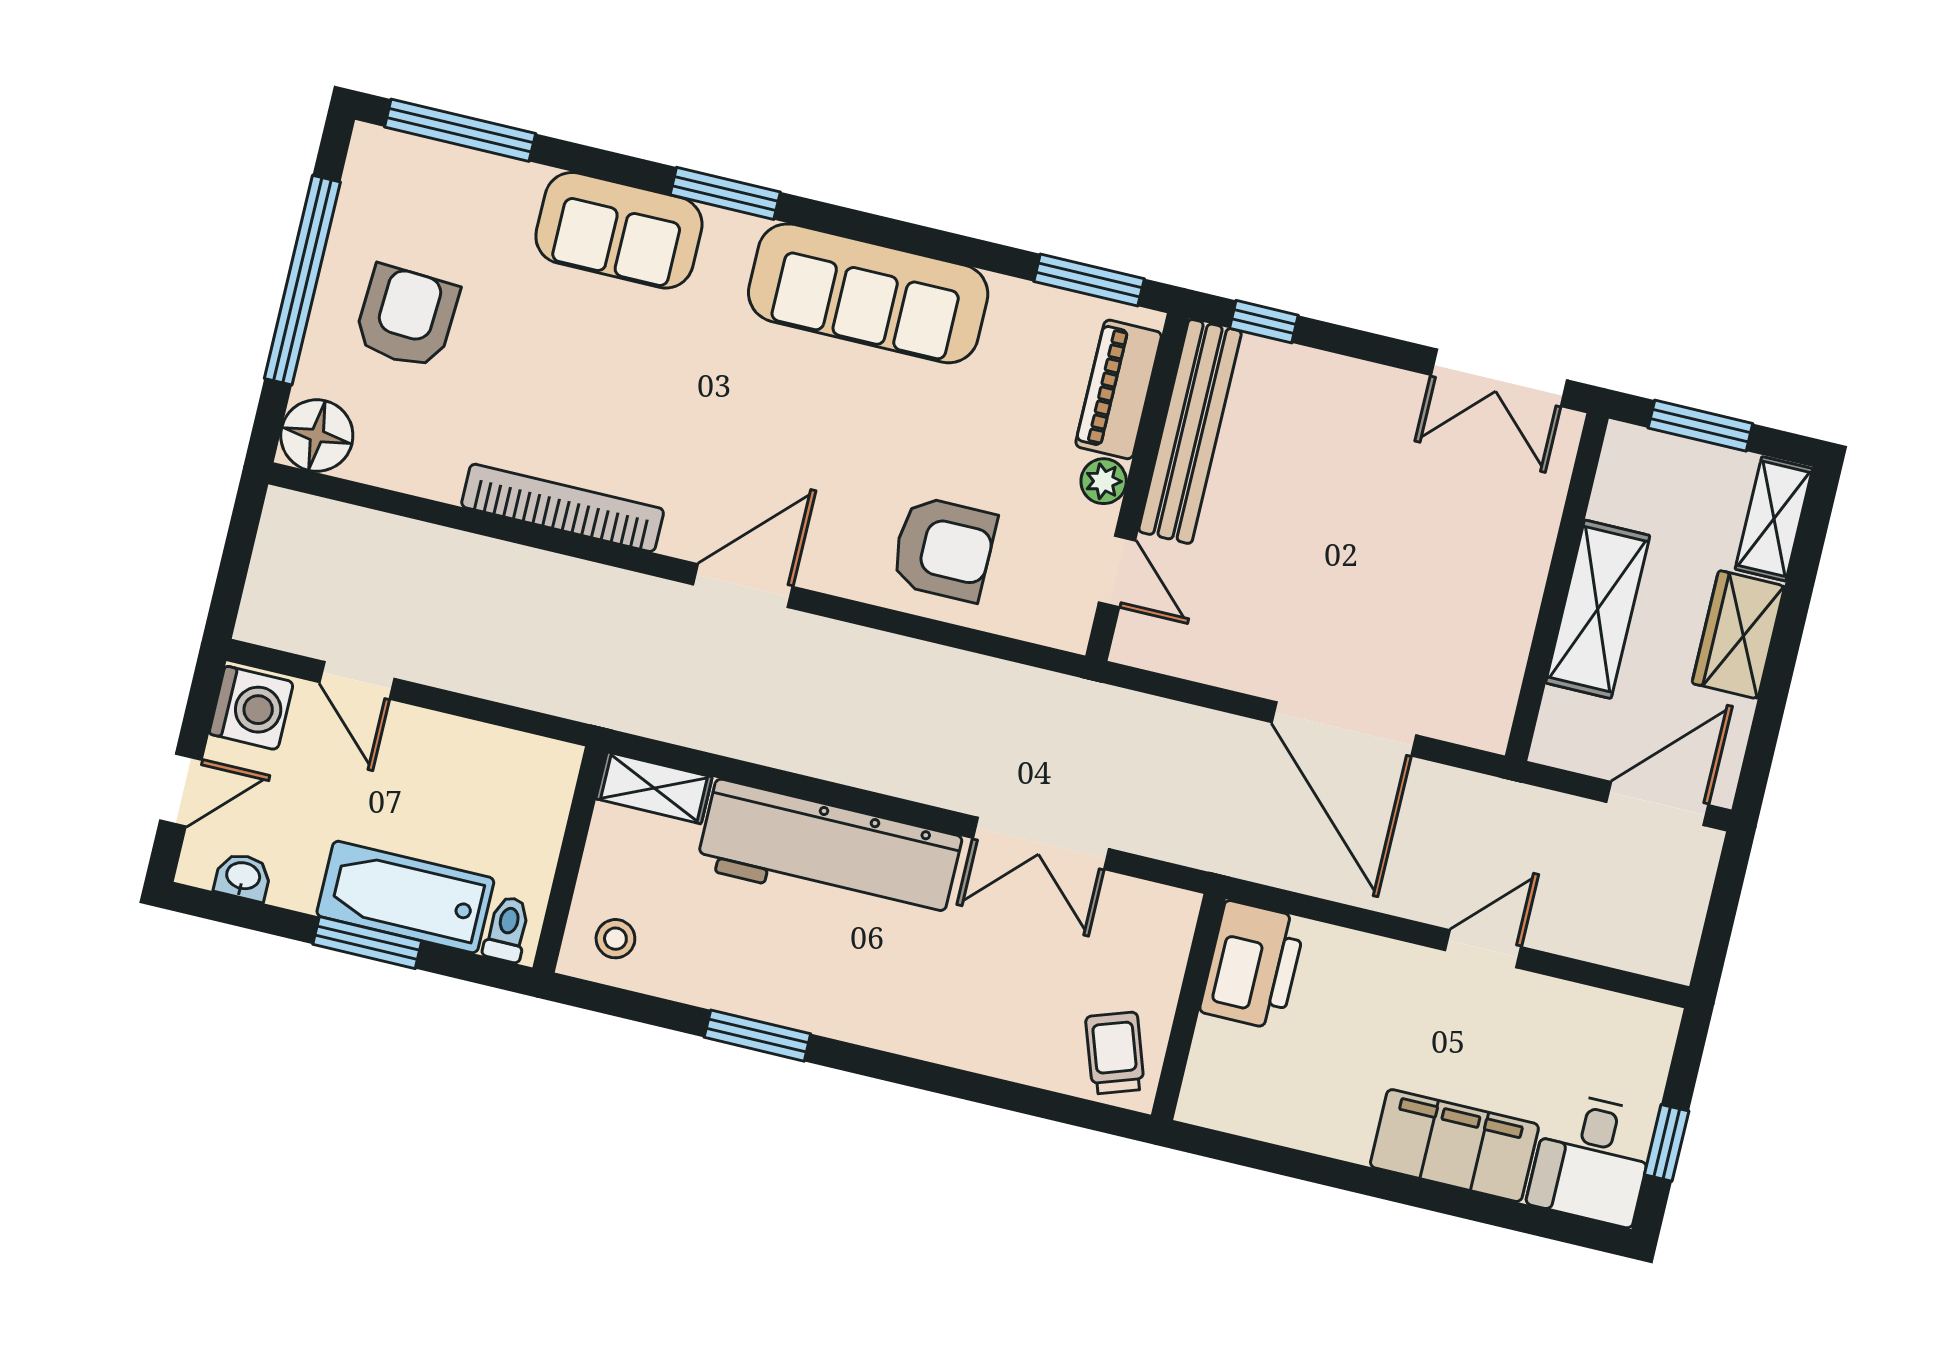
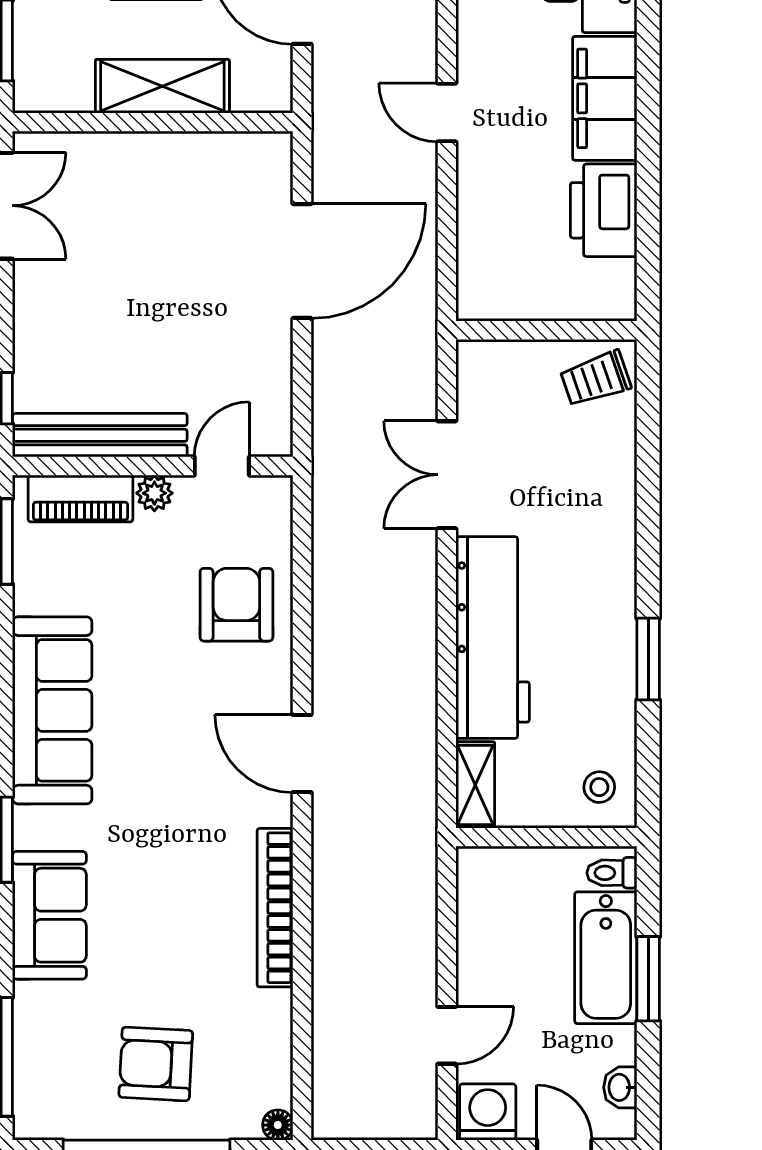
floor lamp: (317, 436) -> (278, 1125), width x0.53, depth x0.53
double door: (1041, 843) -> (447, 475), swing flipped
printer: (1253, 965) -> (604, 210), moved, turned -90

